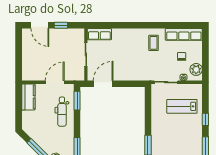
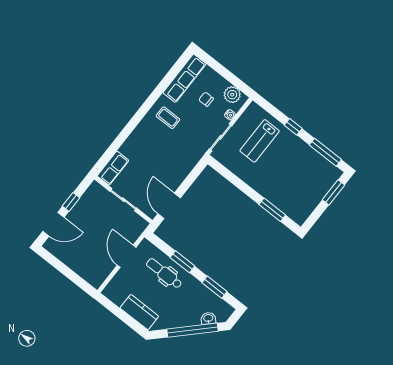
kitchen counter: (28, 97) -> (139, 312), moved
window: (77, 101) -> (182, 262), moved
dental chair: (62, 112) -> (164, 273), turned 180

